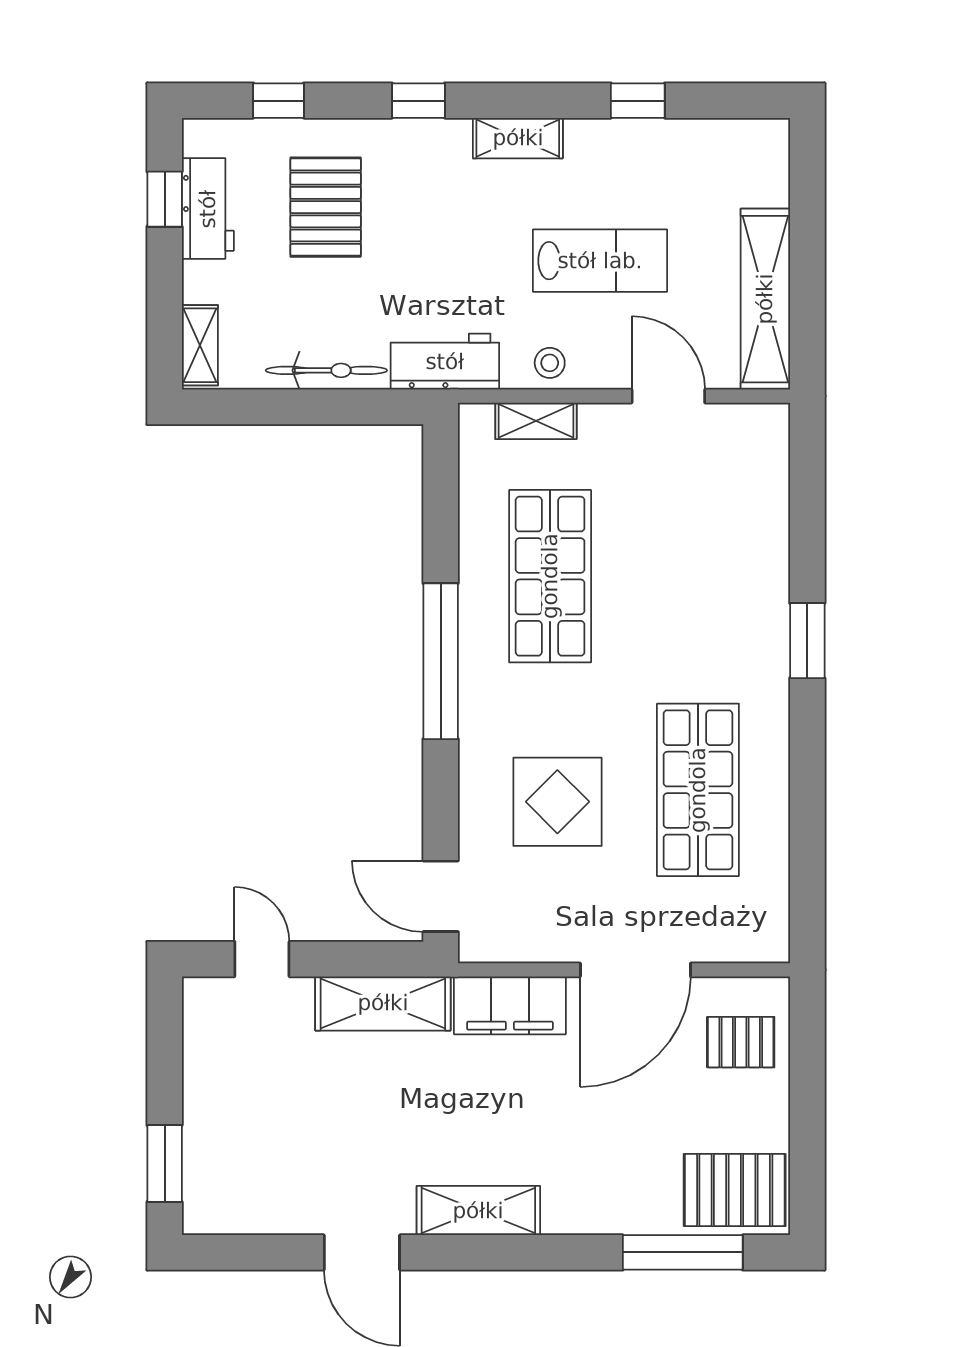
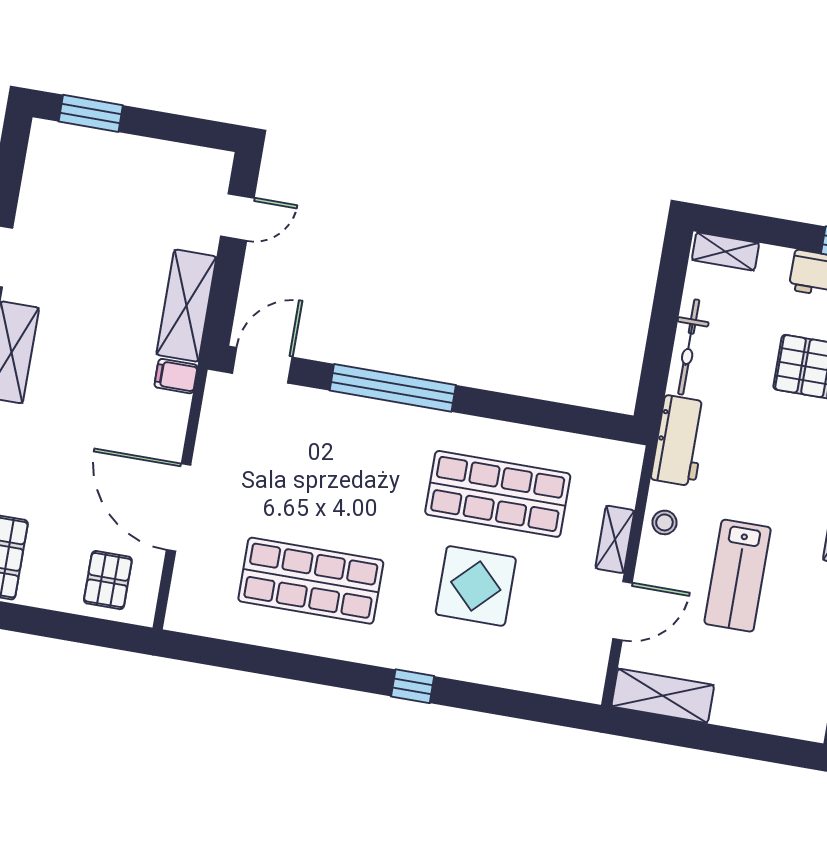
shelving: (765, 299) -> (663, 696), width x0.68
shelving: (536, 421) -> (615, 539), moved
window: (807, 641) -> (413, 686), width x0.67
window: (441, 661) -> (393, 388), moved
display table: (557, 802) -> (476, 586), moved
filing cabinet: (510, 1005) -> (176, 376), width x0.33, depth x0.86

